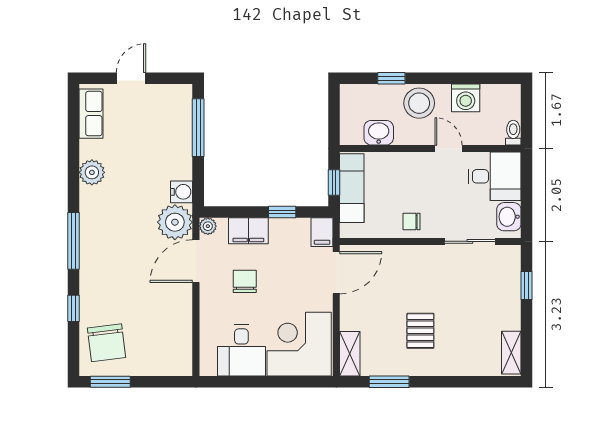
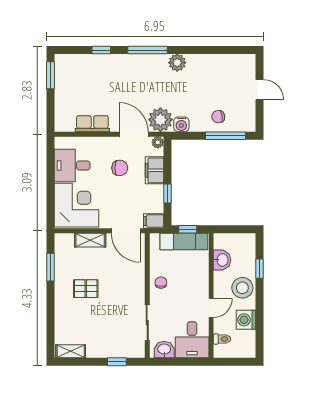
row of seats: (91, 114) -> (92, 124), moved, turned 180
toilet: (513, 133) -> (222, 339), moved
plant: (92, 172) -> (177, 63), moved
chair: (106, 343) -> (218, 117), moved, width x0.54, depth x0.54
shelving: (350, 354) -> (90, 240), moved

